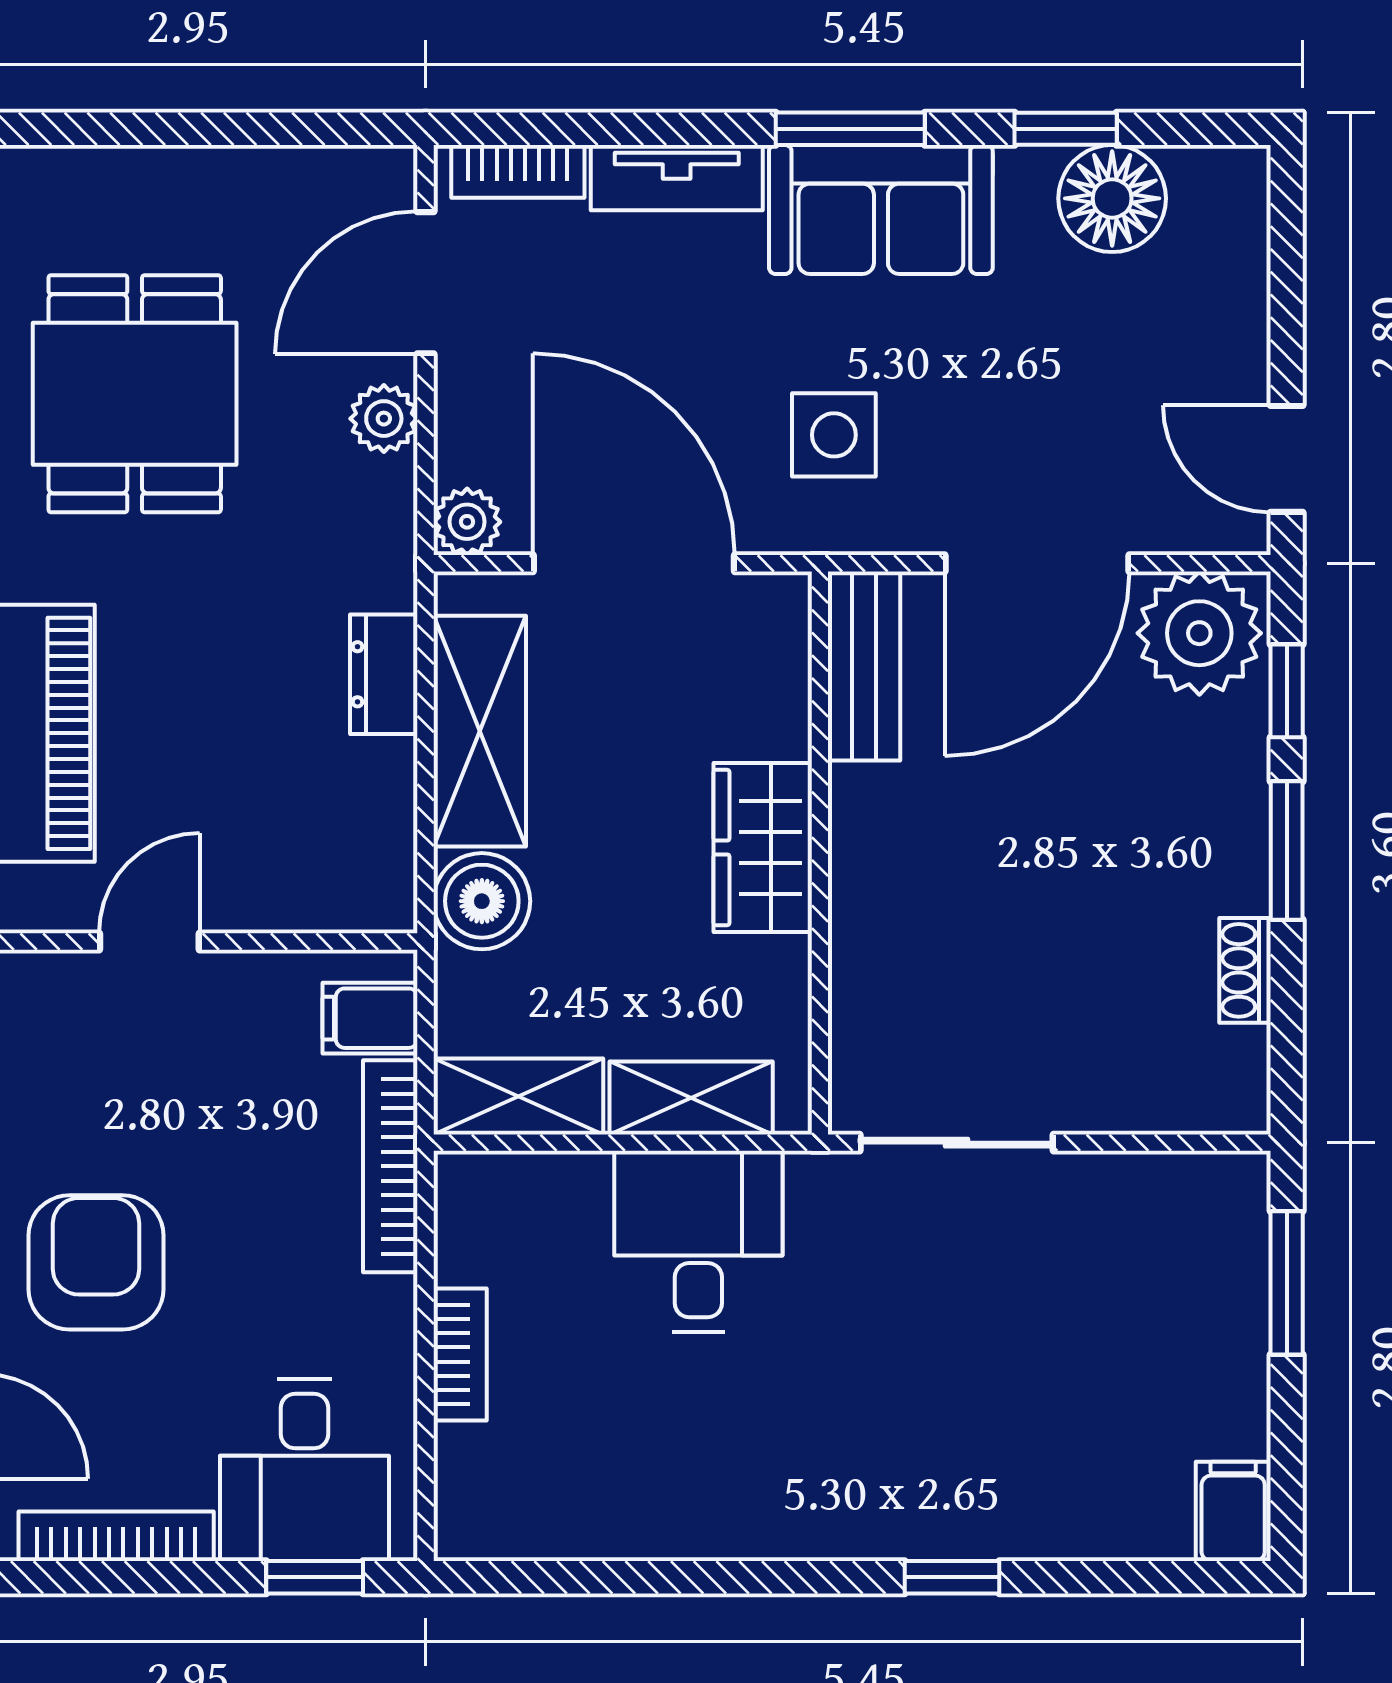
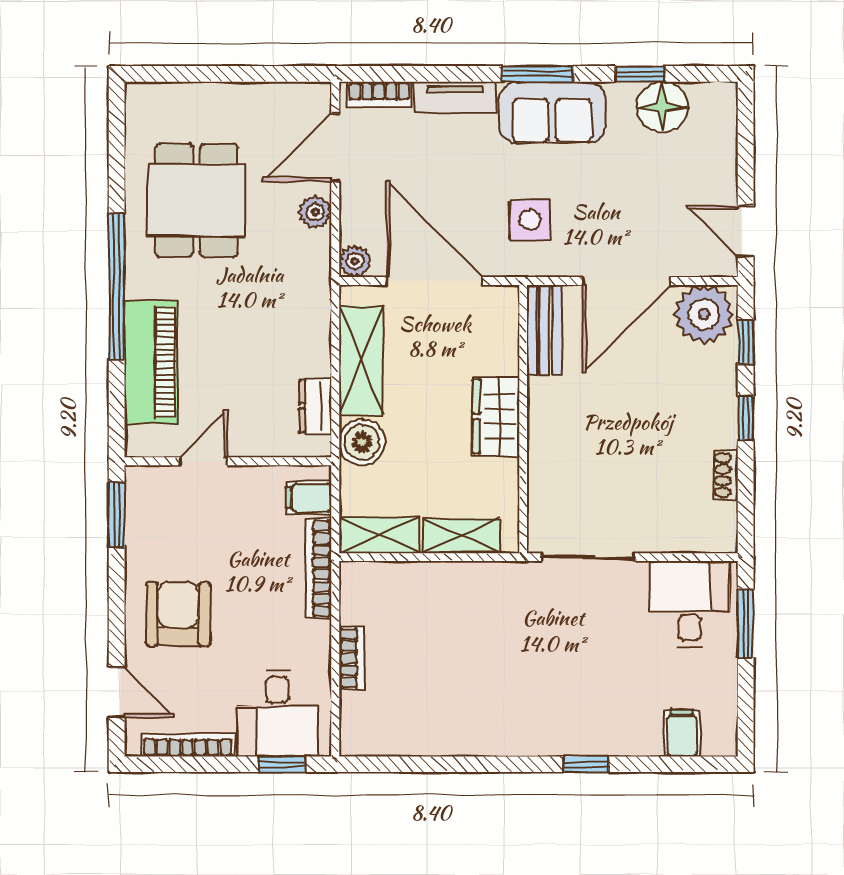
dresser: (384, 674) -> (315, 406), moved
window: (1287, 851) -> (746, 418), width x0.67
desk: (698, 1241) -> (690, 604), moved
filing cabinet: (1233, 1511) -> (682, 733), moved

